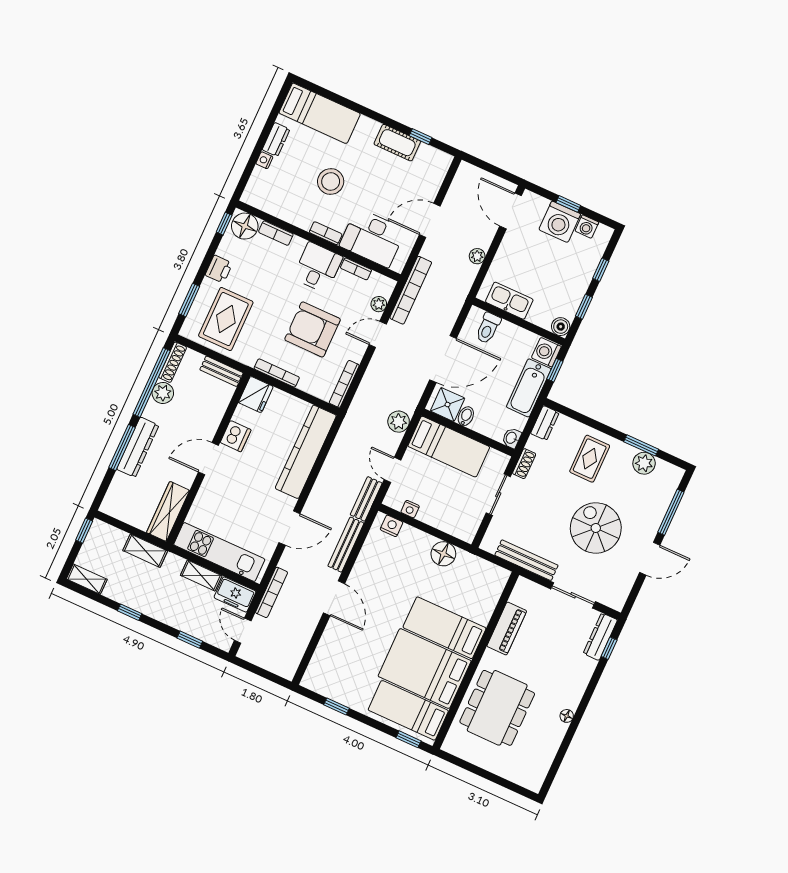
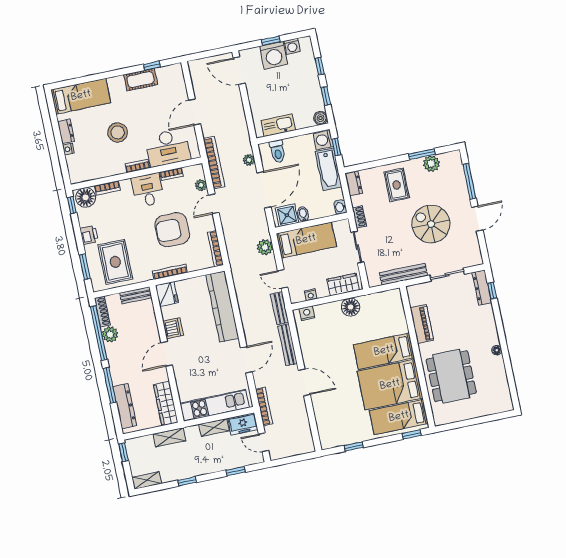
plant: (477, 256) -> (249, 160), moved
dresser: (138, 447) -> (125, 406), moved
wardrobe: (453, 524) -> (343, 285), added

